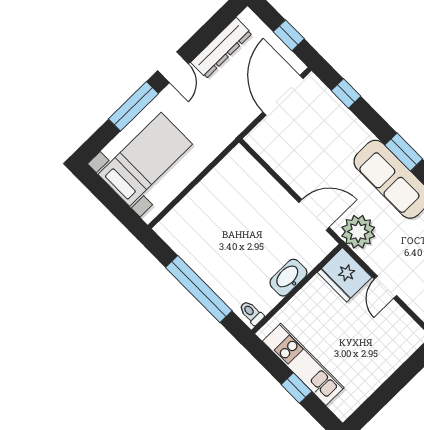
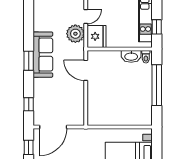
plant: (358, 232) -> (75, 34), moved
washbasin: (288, 278) -> (131, 56), moved
window: (296, 388) -> (157, 27), moved

